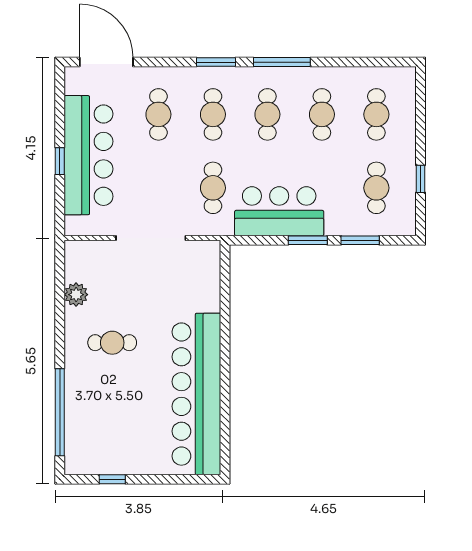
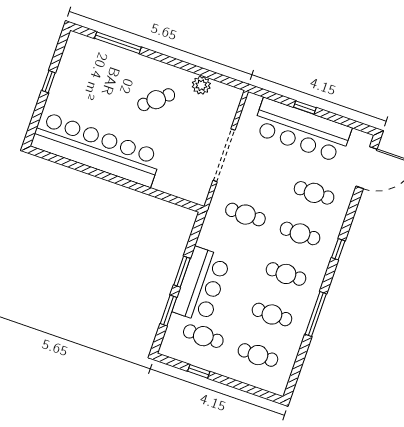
window: (216, 62) -> (338, 249), width x0.67
window: (282, 62) -> (316, 314), moved
bar counter: (279, 211) -> (202, 285), moved
cafe table: (112, 343) -> (156, 100), turned 50
window: (60, 412) -> (118, 43), width x0.68
window: (112, 479) -> (49, 82), moved

